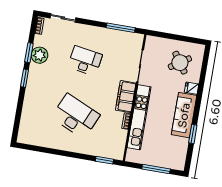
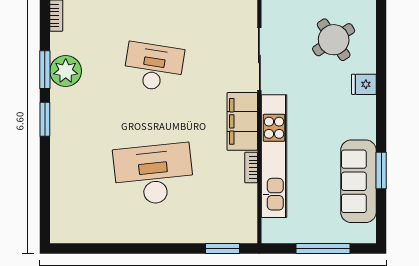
sofa: (184, 115) -> (358, 181), moved
desk: (76, 116) -> (154, 174), turned -30

